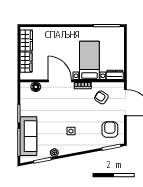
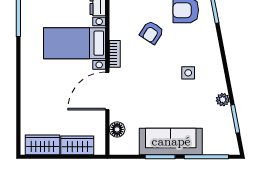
armchair: (101, 97) -> (152, 32), moved
sofa: (28, 136) -> (171, 141), moved

